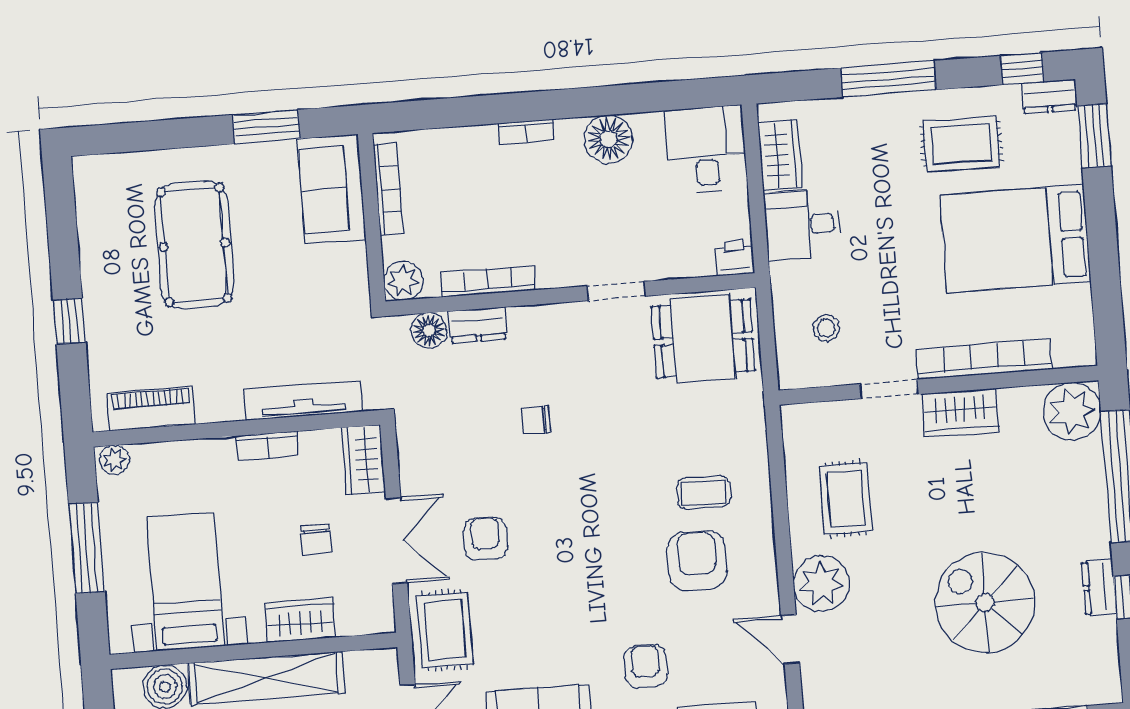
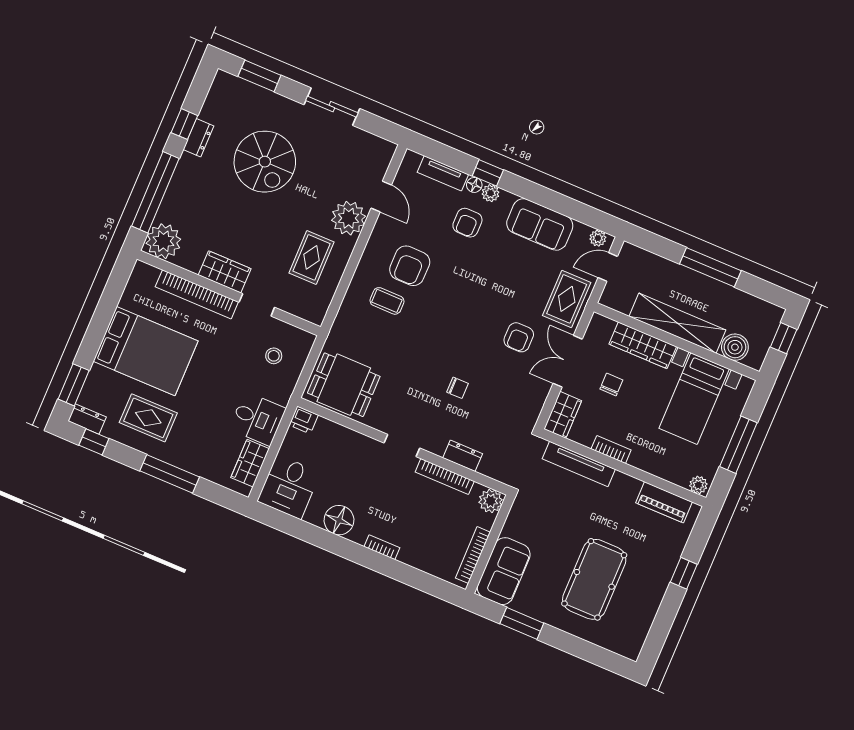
doorway: (616, 291) -> (402, 446), moved
floor lamp: (429, 330) -> (491, 467), removed
wardrobe: (300, 620) -> (643, 345), width x1.50

